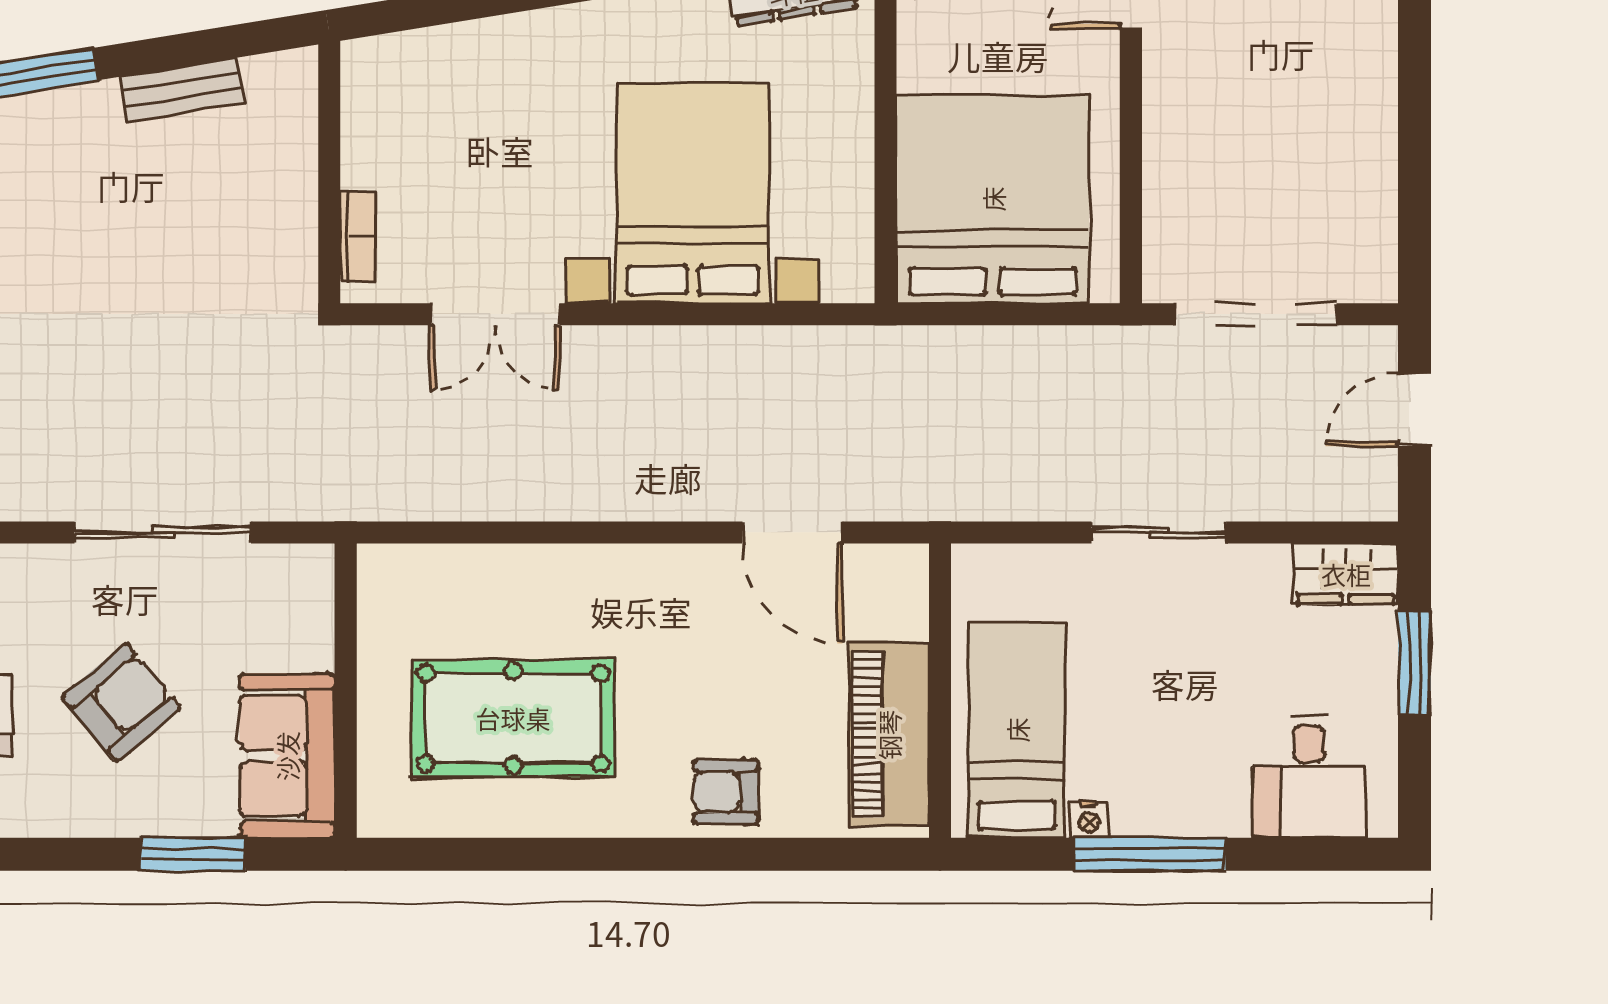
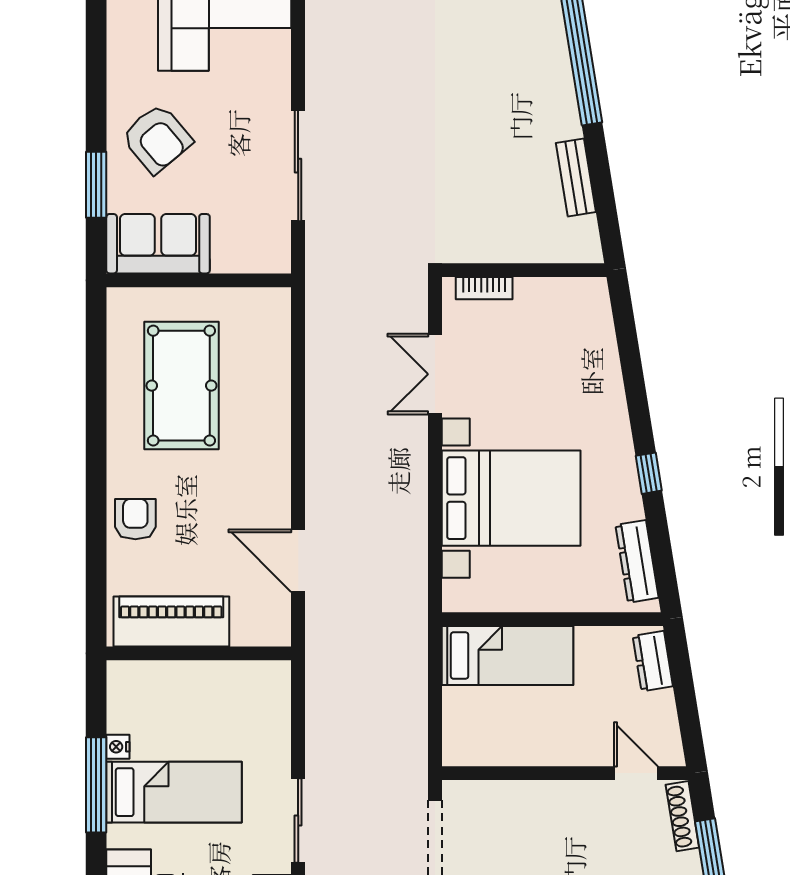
bed: (993, 199) -> (507, 656), width x0.49
door: (792, 532) -> (298, 561), hinge flipped
sliding door: (1159, 532) -> (298, 820), moved
armchair: (121, 702) -> (157, 139), moved
bed: (1017, 730) -> (174, 792), moved

